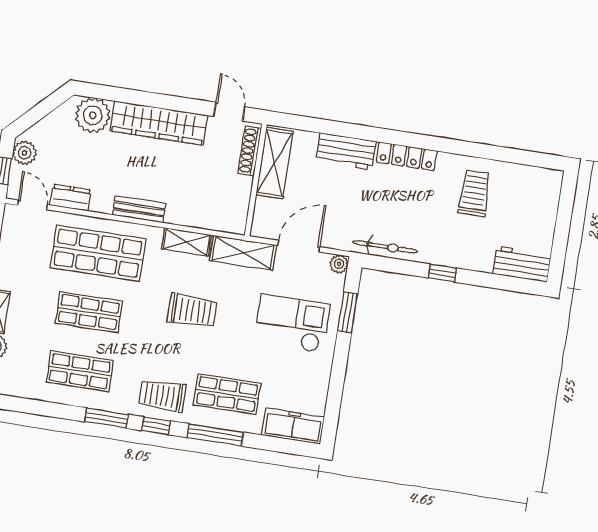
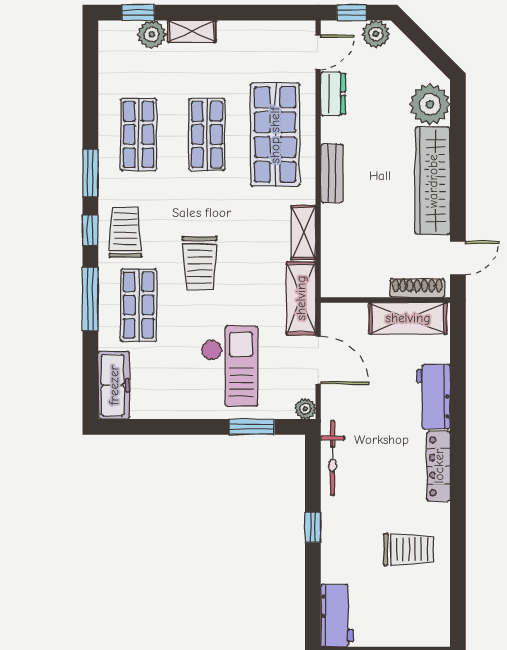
trolley: (192, 311) -> (200, 263), moved

